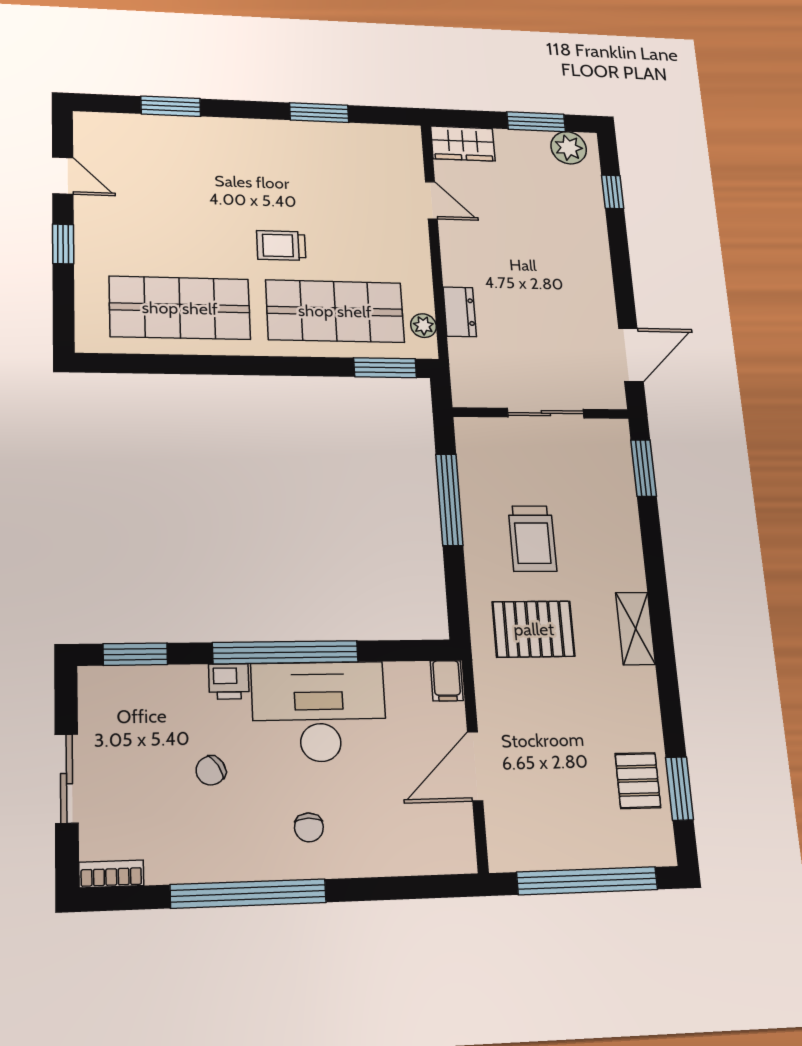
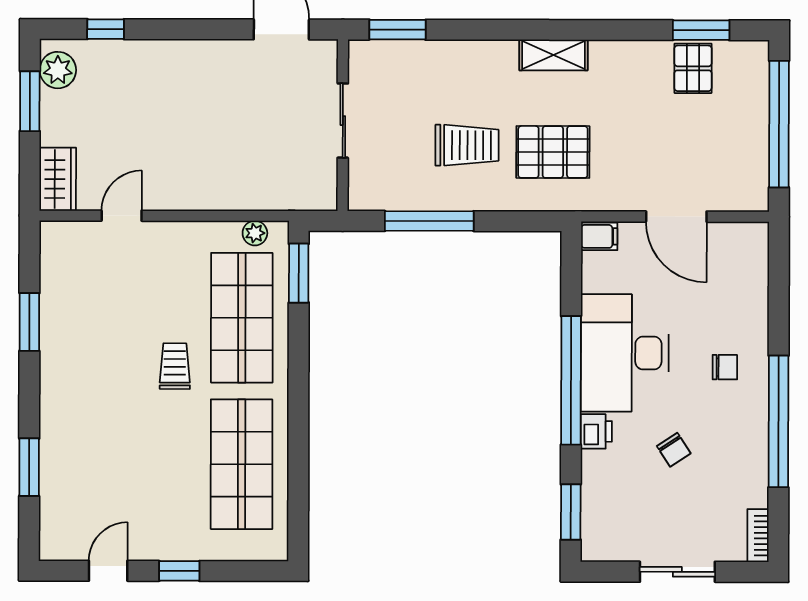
trolley: (281, 246) -> (175, 366), turned 180
dresser: (460, 312) -> (240, 197), removed
pallet: (534, 629) -> (553, 152), turned 90
pallet: (638, 781) -> (693, 68), turned 90

